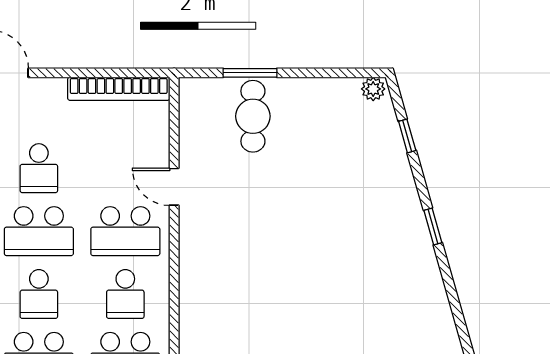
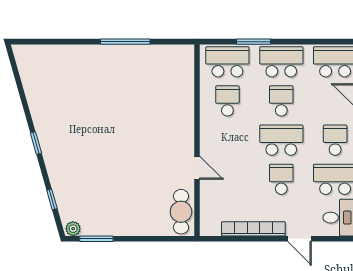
window: (250, 73) -> (96, 239), moved
bookcase: (119, 89) -> (253, 229), moved
cafe table: (253, 116) -> (181, 212), moved
school desk: (125, 231) -> (227, 140), removed

